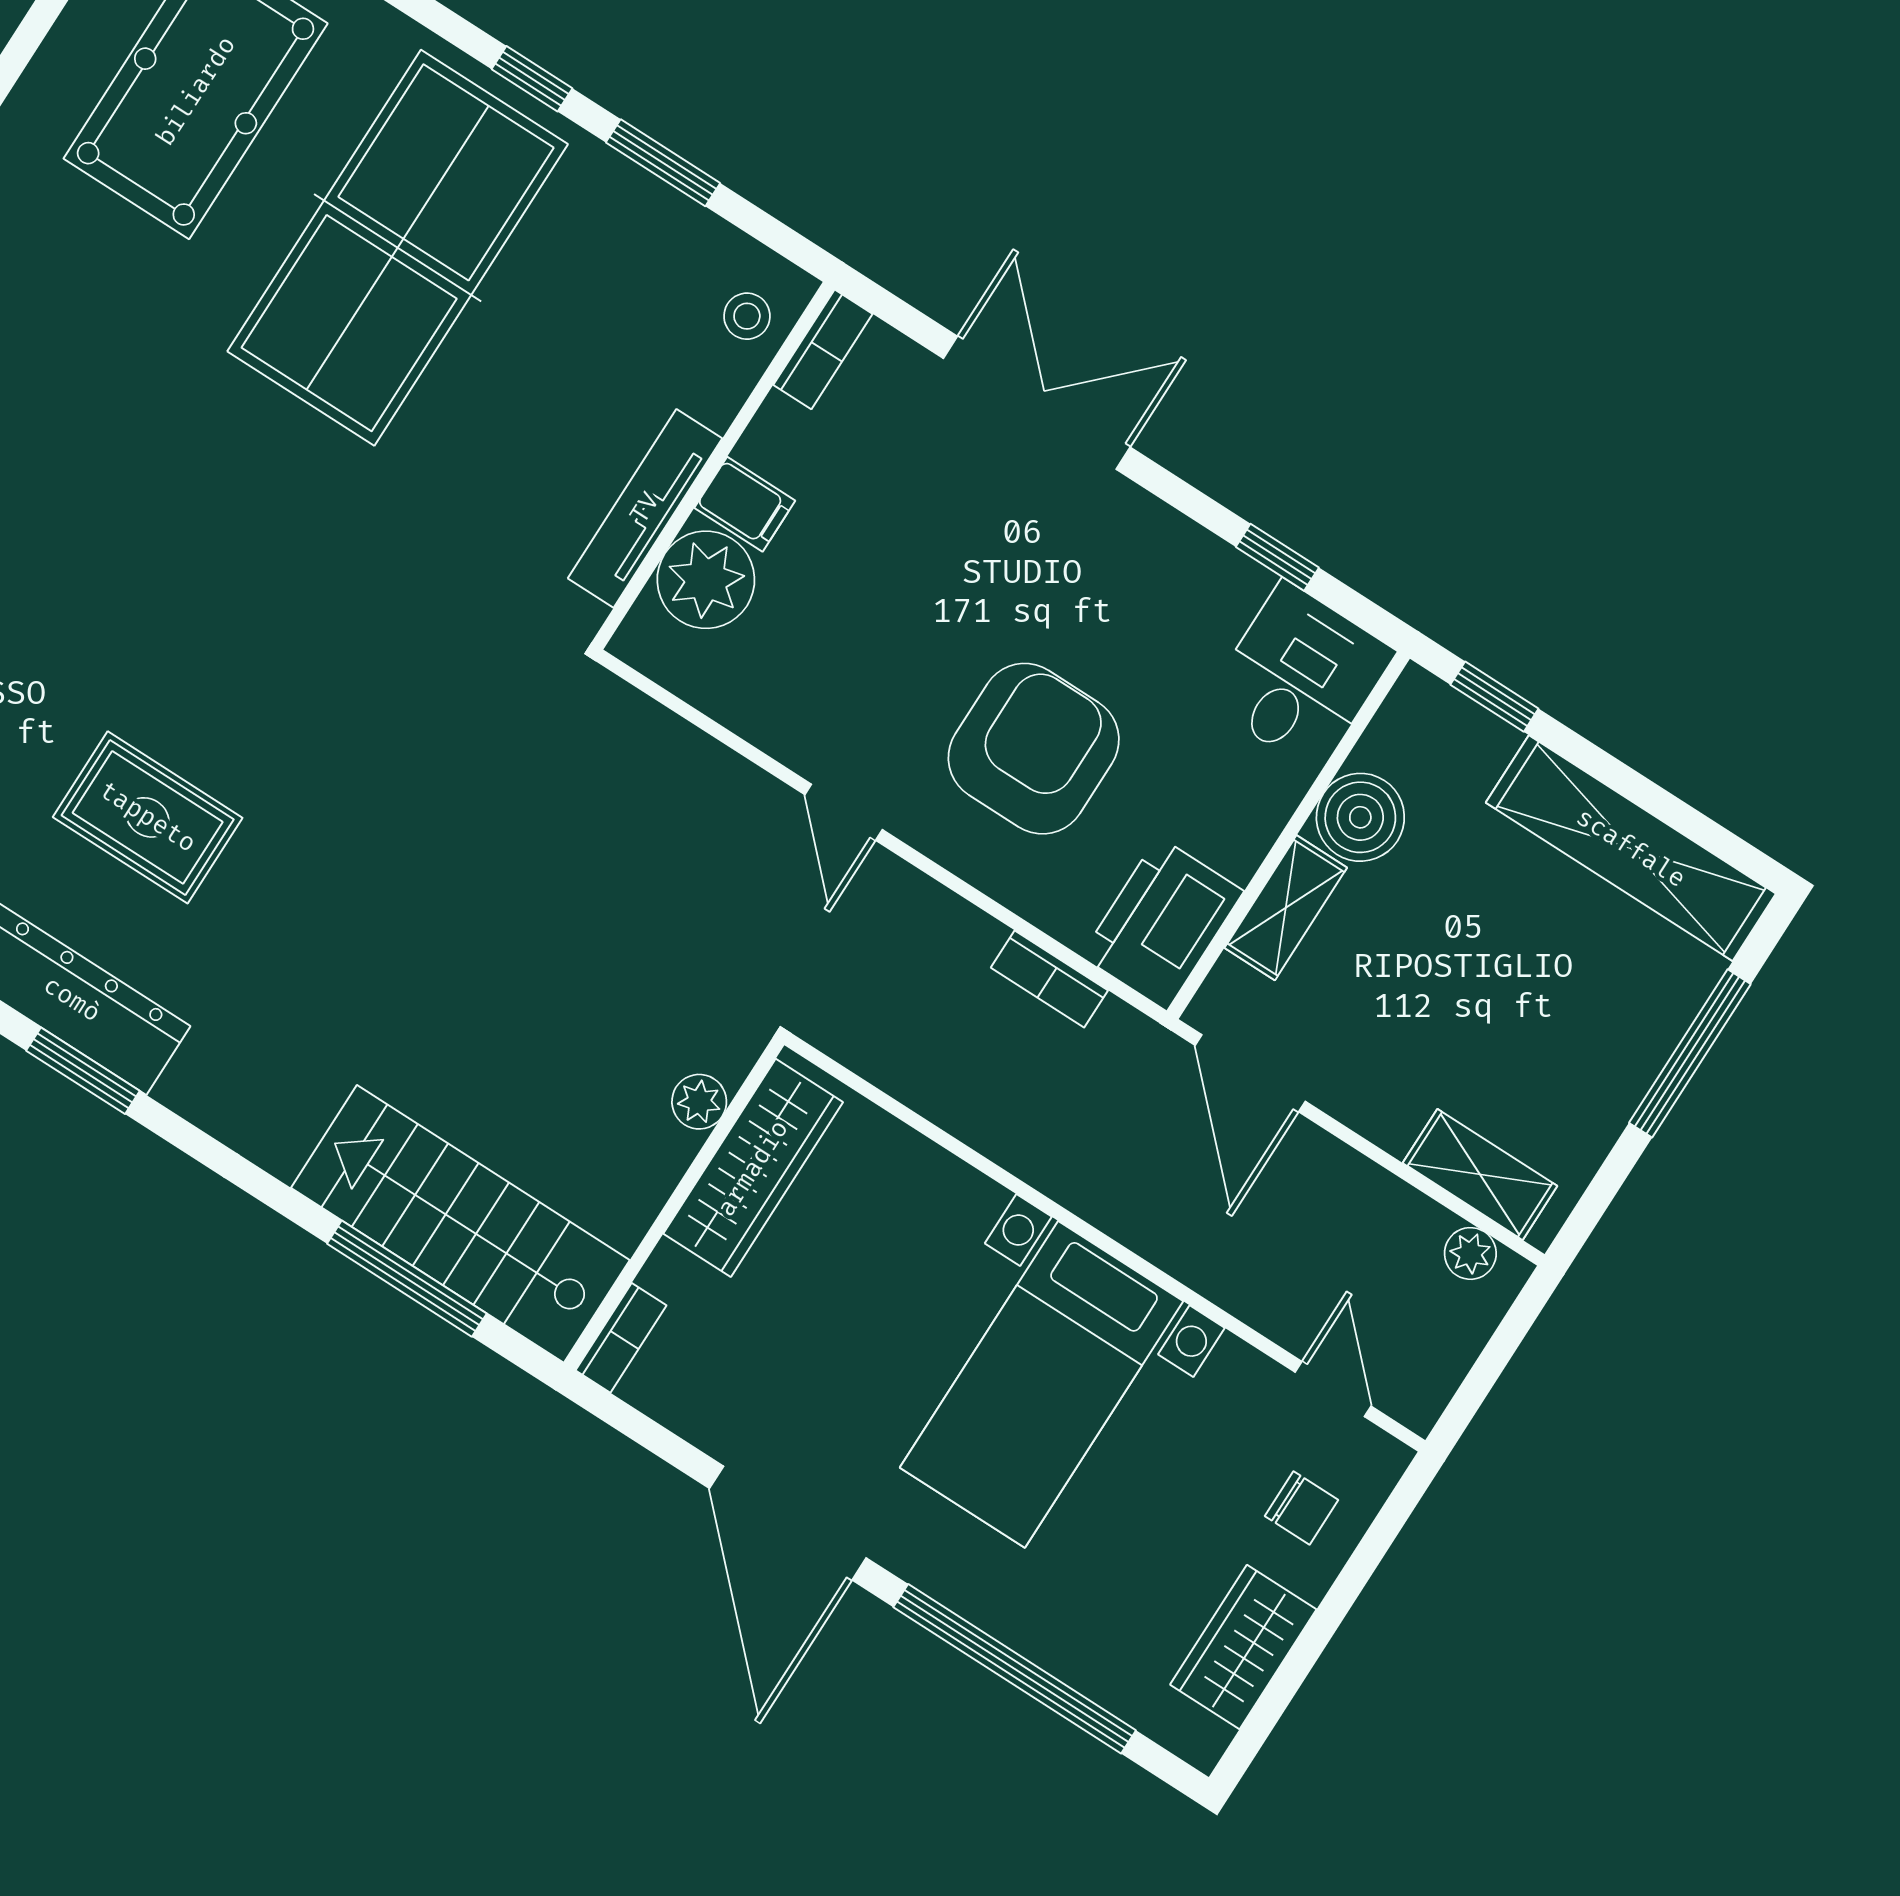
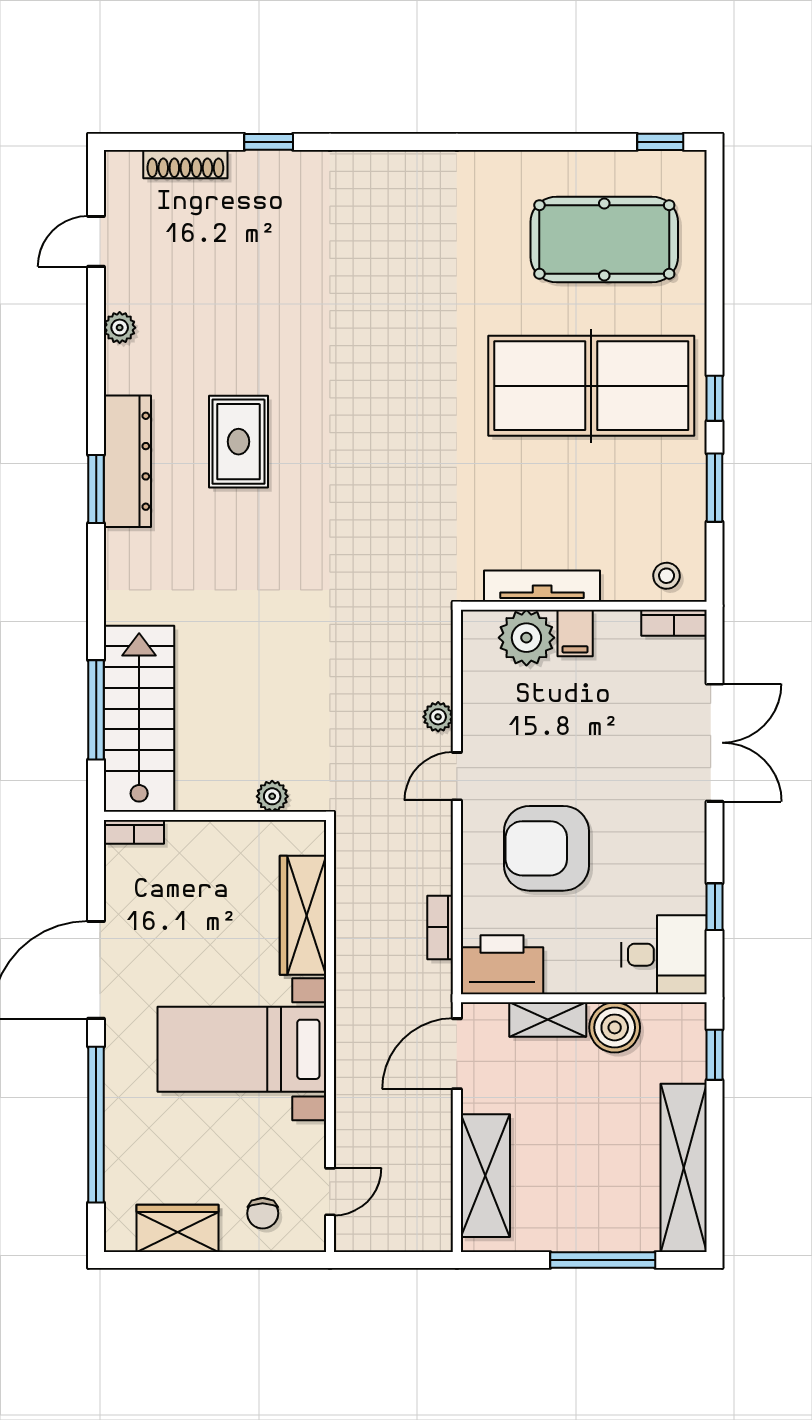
armchair: (1034, 749) -> (546, 848), turned 180
wardrobe: (753, 1168) -> (303, 915), moved, turned 90
shelving: (1480, 1174) -> (485, 1176), width x1.50, depth x1.33
plant: (1470, 1253) -> (438, 717), moved

